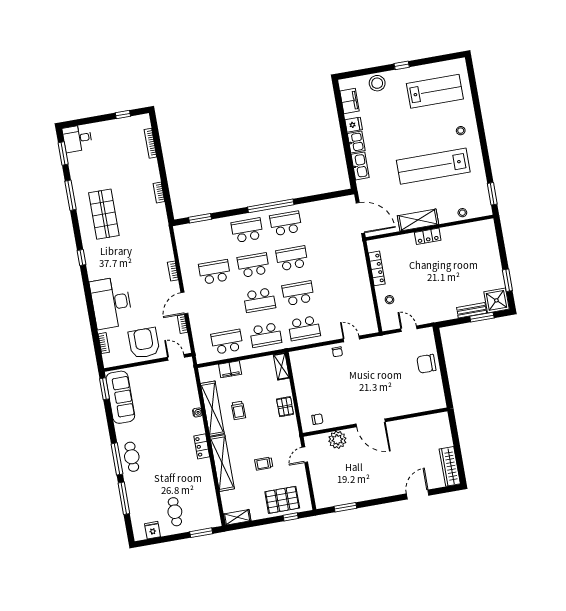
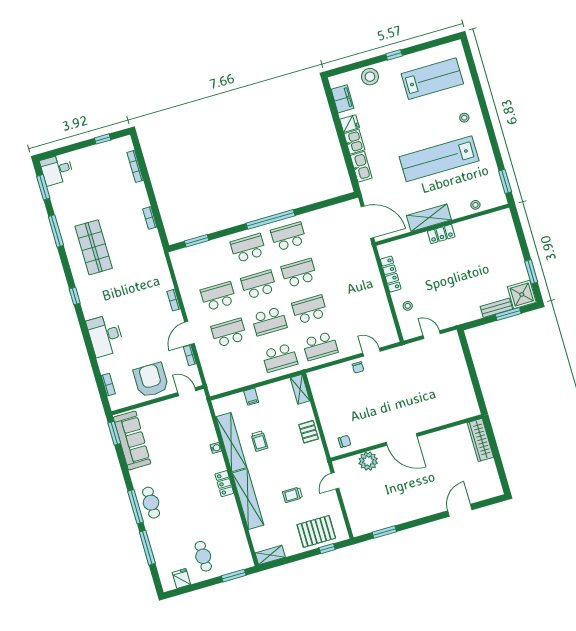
desk: (111, 303) -> (105, 335), width x0.73, depth x0.77
school desk: (227, 342) -> (229, 333), moved
chair: (426, 364) -> (454, 370), removed
filing cabinet: (230, 369) -> (251, 397), width x0.50
wardrobe: (450, 466) -> (480, 440), moved

